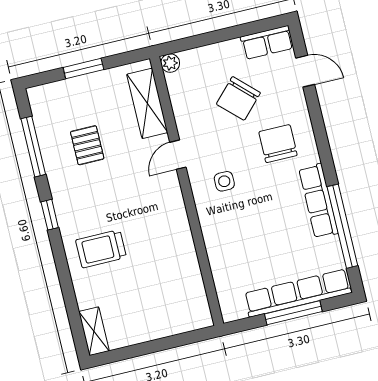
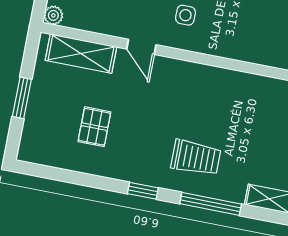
pallet: (87, 145) -> (94, 127), turned 90
window: (33, 147) -> (211, 204), moved
trolley: (101, 249) -> (196, 158), turned -90

